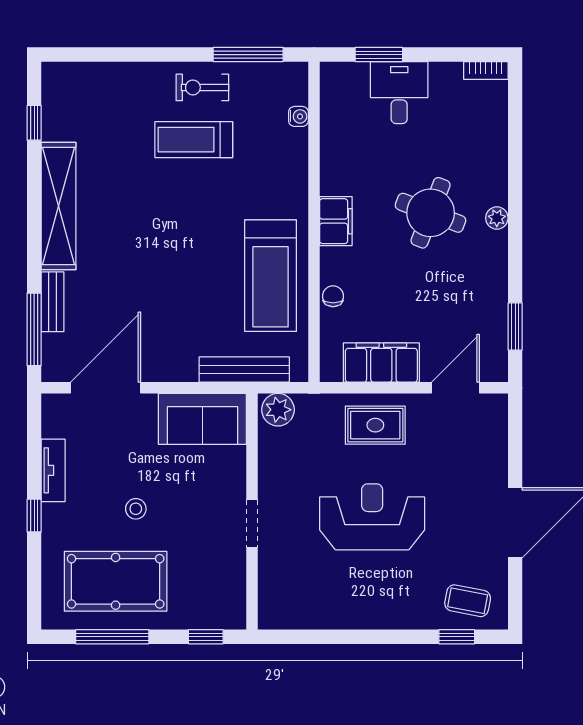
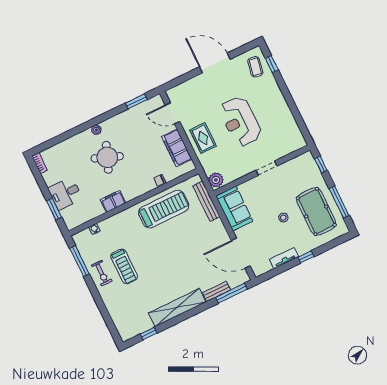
filing cabinet: (336, 221) -> (113, 201), moved

